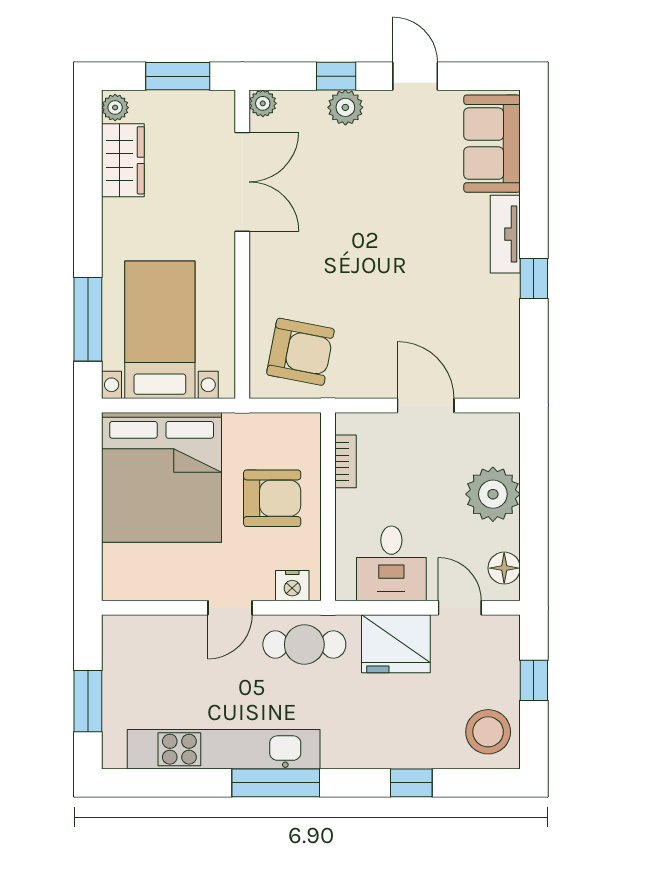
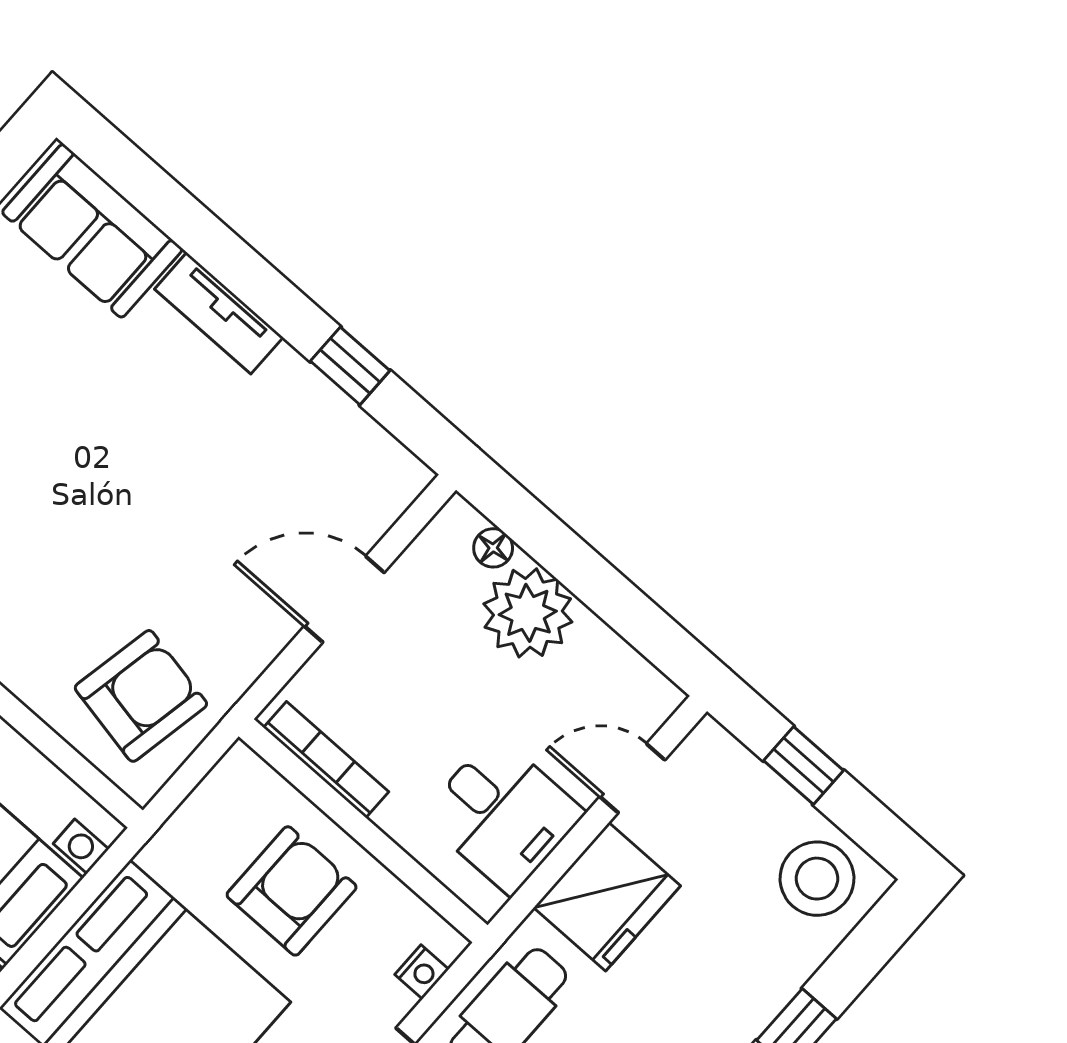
window: (534, 279) -> (350, 366), moved
bookcase: (346, 461) -> (326, 760), width x1.56
floor lamp: (504, 568) -> (493, 548), moved, width x0.73, depth x0.73
nightstand: (292, 586) -> (422, 972), width x0.72, depth x0.74

